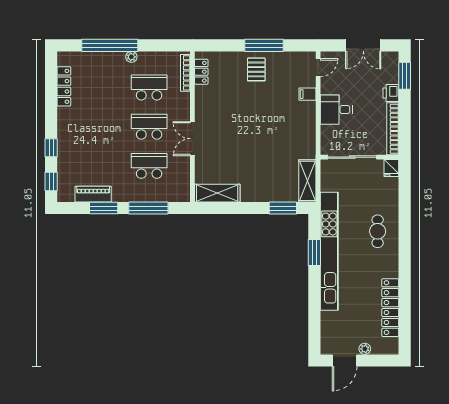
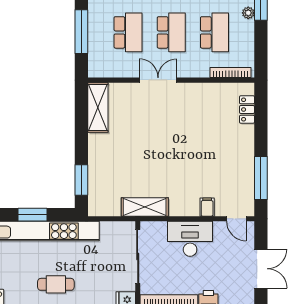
window: (264, 45) -> (261, 178), moved
double door: (363, 45) -> (261, 269), swing flipped
pallet: (256, 69) -> (234, 151), removed
locker: (201, 72) -> (247, 110), moved, turned 90
desk: (336, 110) -> (190, 239), width x1.37
shelving: (307, 181) -> (145, 207), moved

